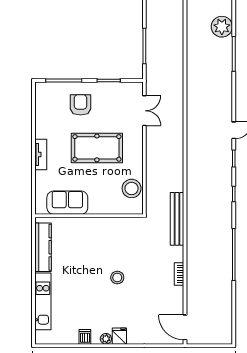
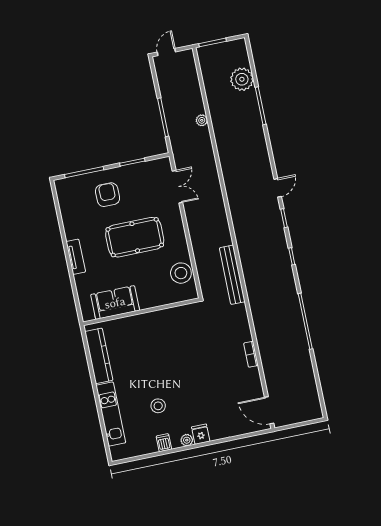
plant: (178, 56) -> (202, 120), added
bench: (177, 219) -> (232, 275), moved
stool: (117, 278) -> (158, 406), moved

